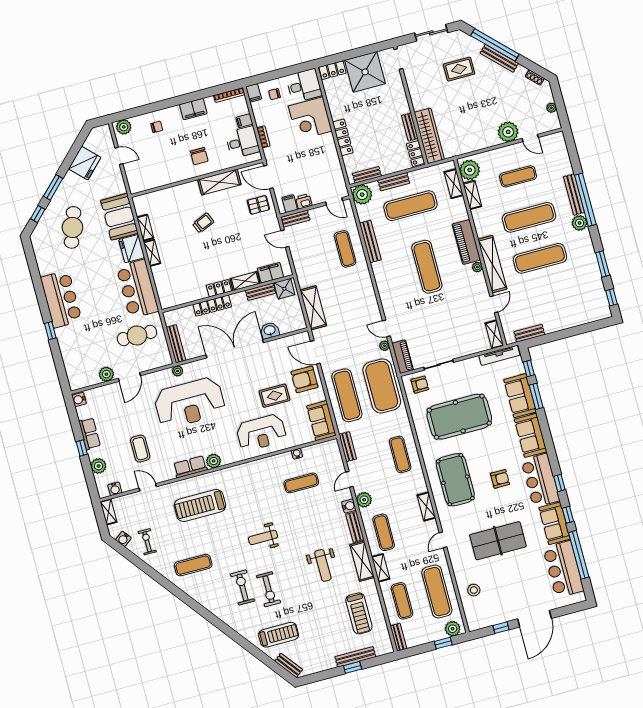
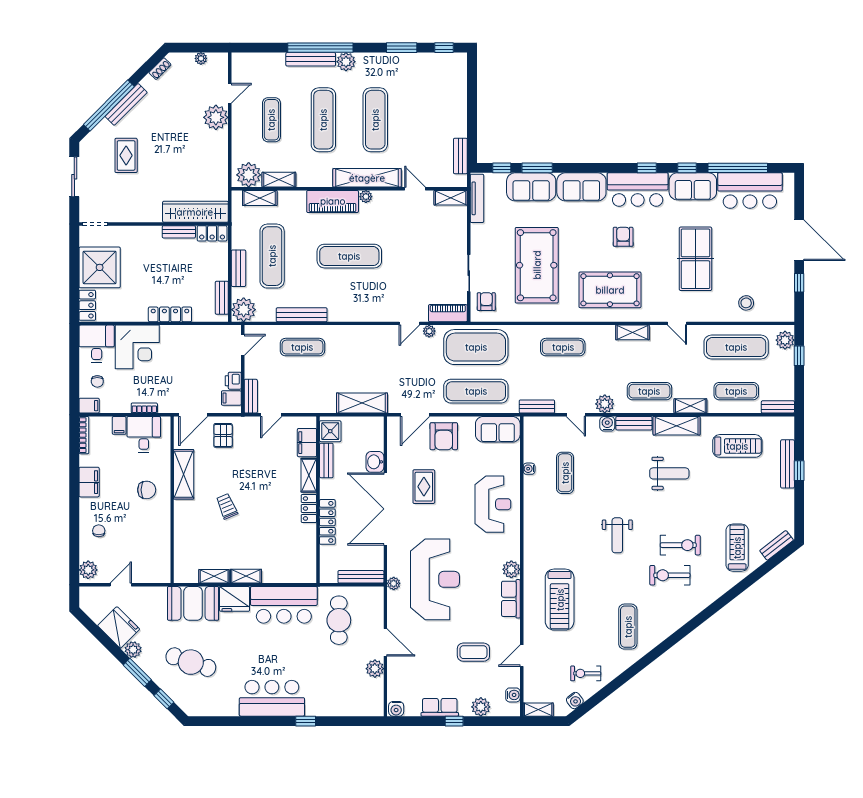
plant: (70, 179) -> (133, 650), added
rug: (275, 396) -> (424, 487), moved

